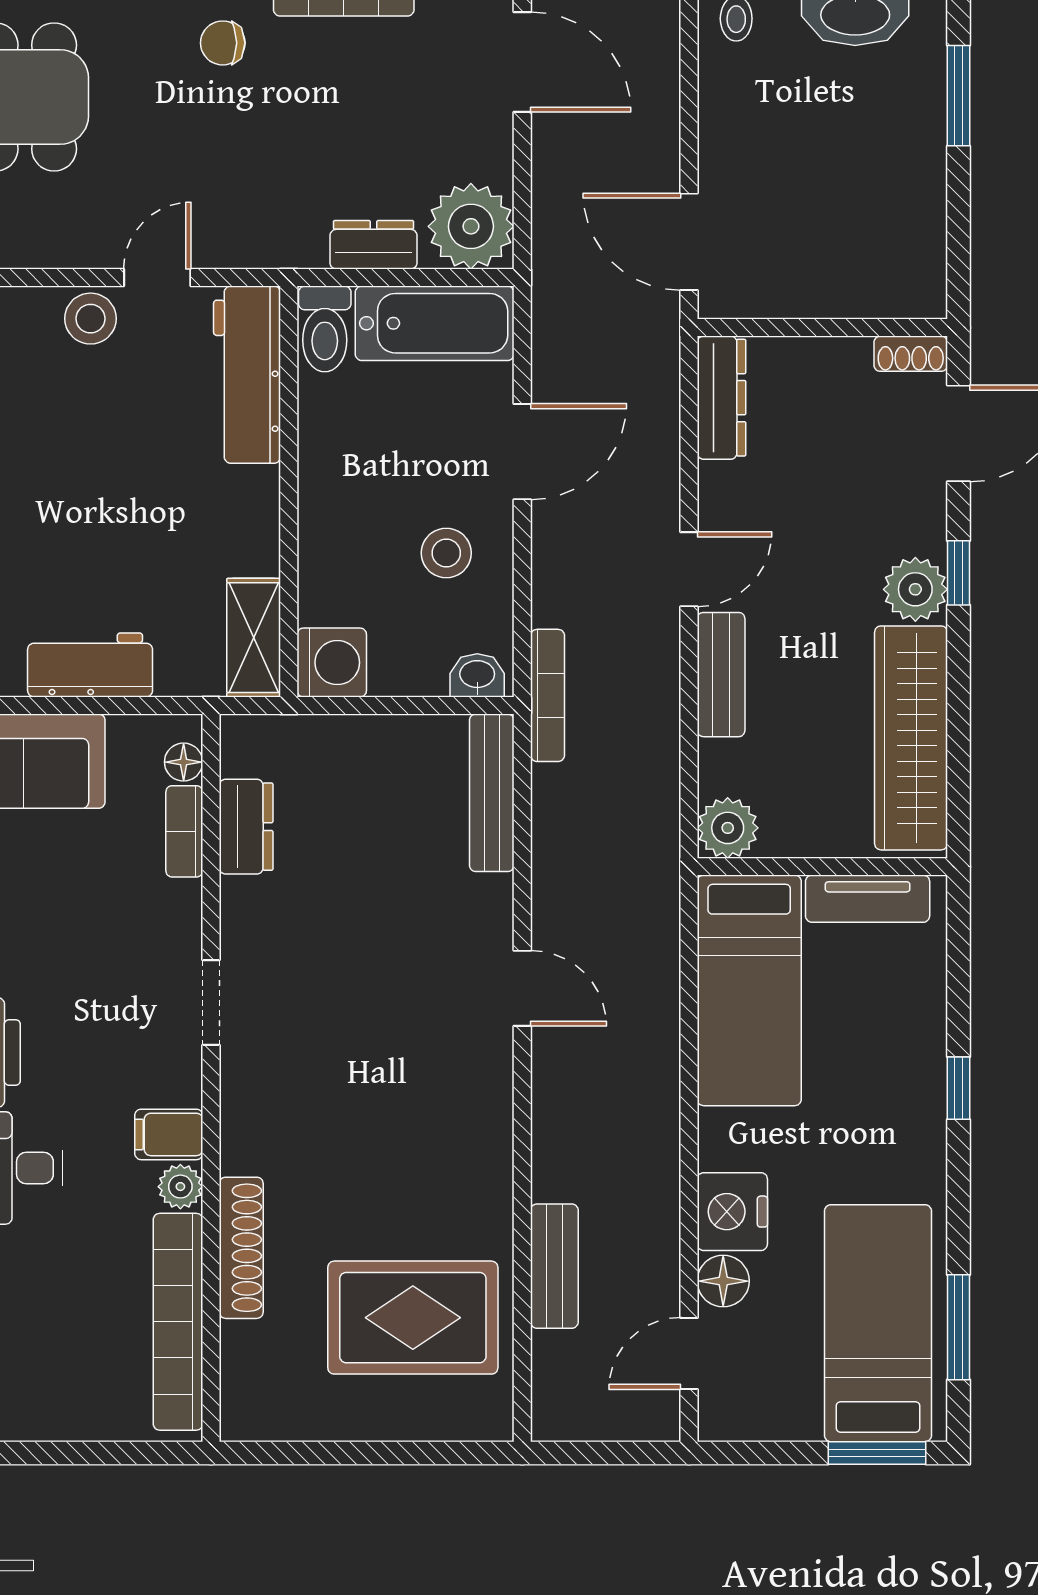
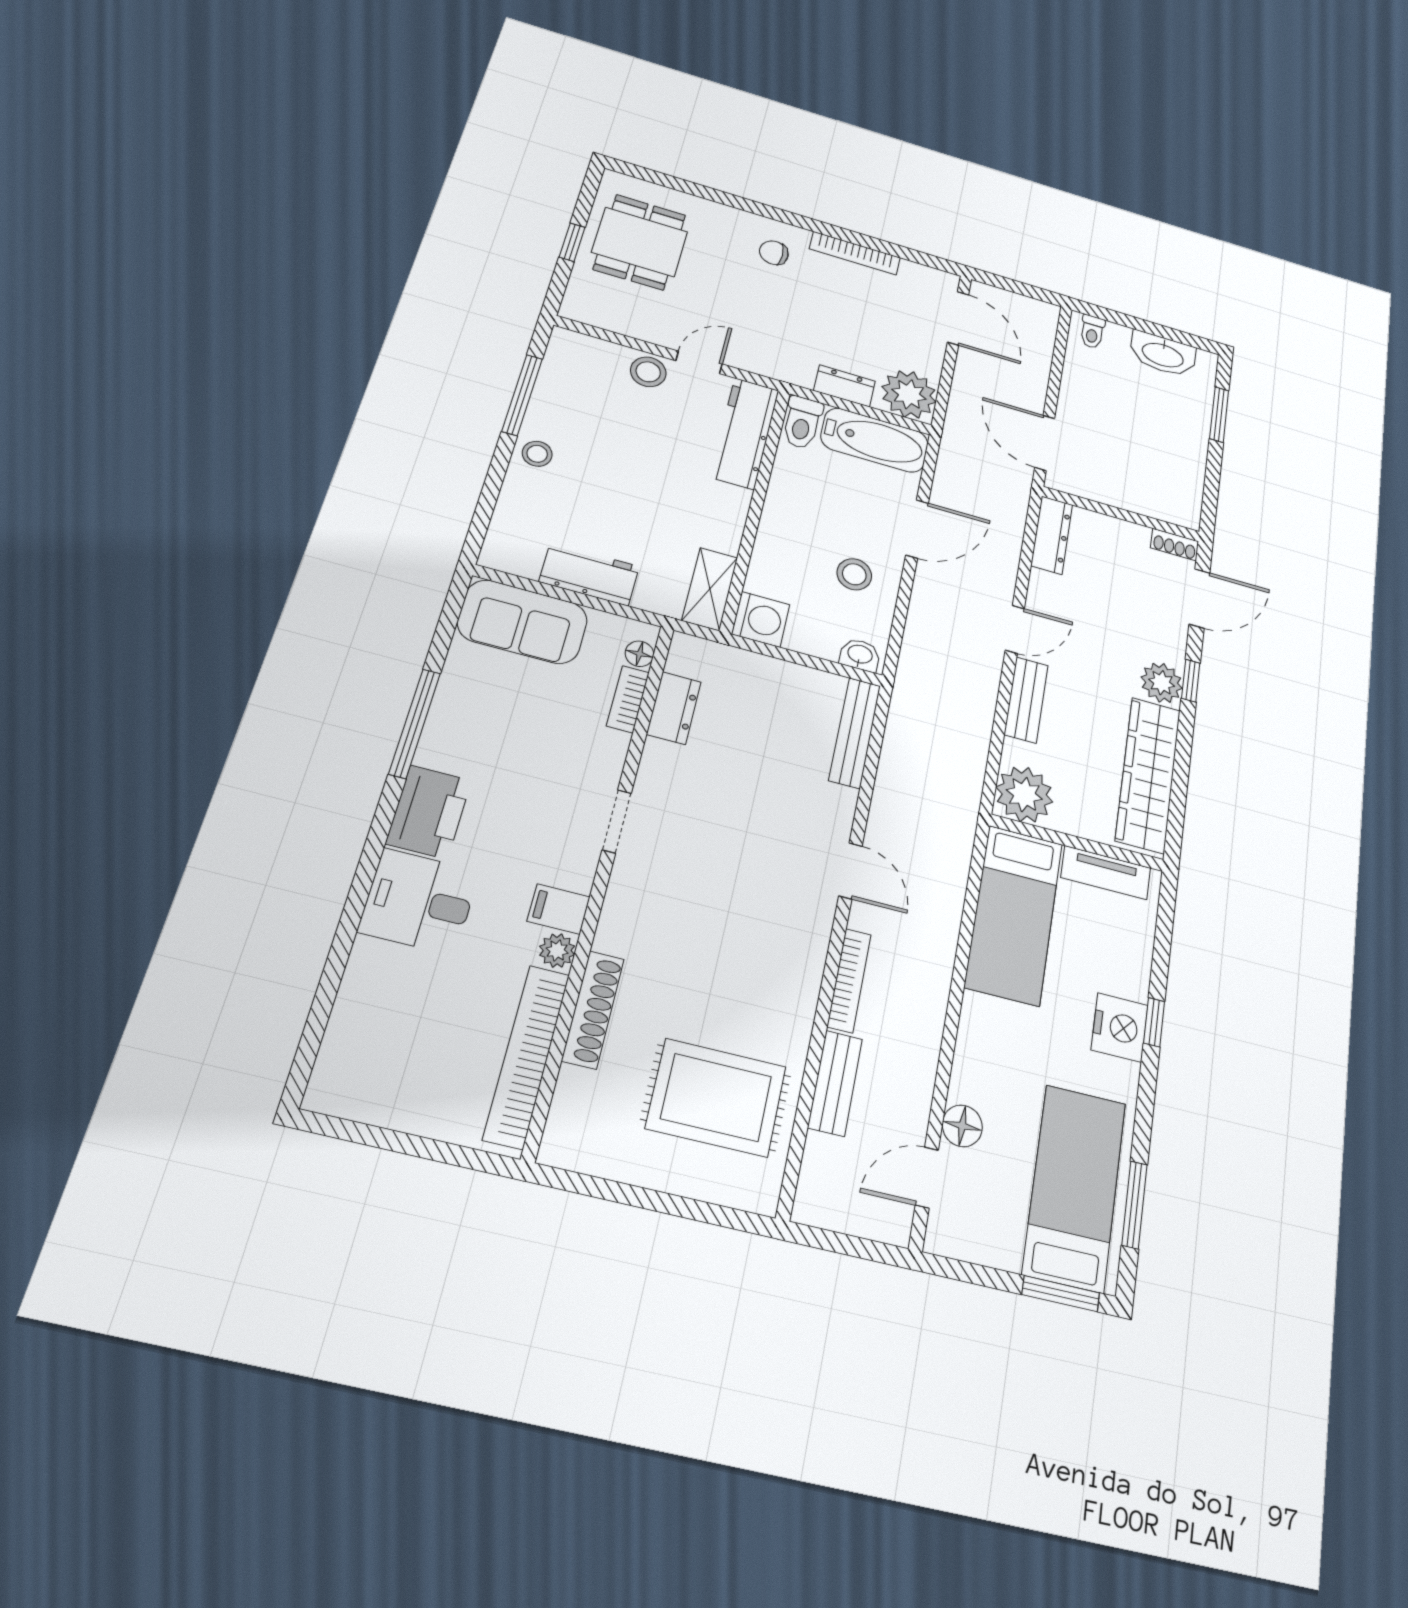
bookcase: (547, 695) -> (849, 980), moved
plant: (728, 828) -> (1024, 794), width x1.36, depth x1.36
nightstand: (732, 1212) -> (1120, 1027), moved, turned 180

